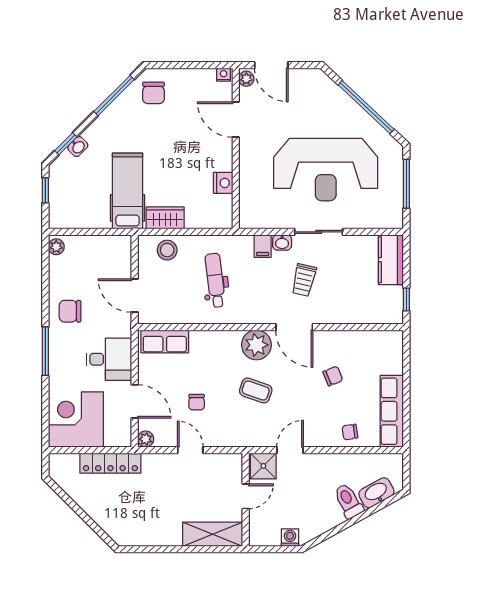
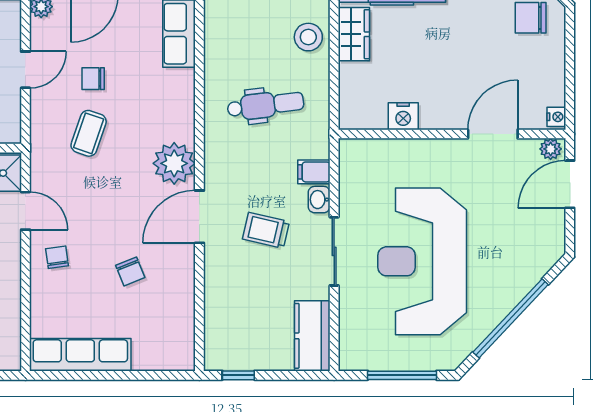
kitchen counter: (391, 260) -> (312, 336), moved, turned -90
coffee table: (256, 391) -> (89, 133), moved
chair: (350, 432) -> (57, 257), moved

